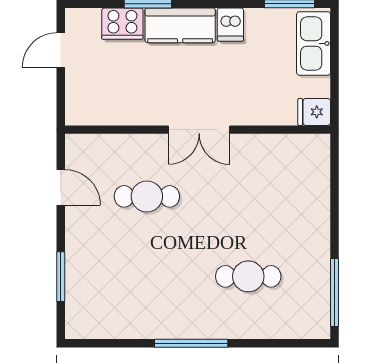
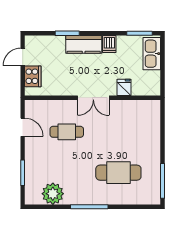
cooker: (122, 24) -> (33, 76), moved, turned -90
fridge: (314, 112) -> (124, 87), moved, turned 90
cafe table: (248, 276) -> (118, 173), width x1.37, depth x1.35
plant: (120, 318) -> (53, 194), added

